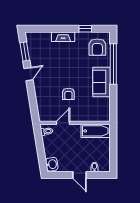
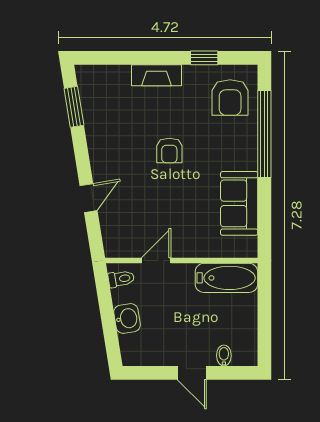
door: (28, 74) -> (89, 198), moved
sofa: (102, 82) -> (239, 203), moved
armchair: (68, 94) -> (169, 151), moved
washbasin: (52, 164) -> (127, 318), moved

